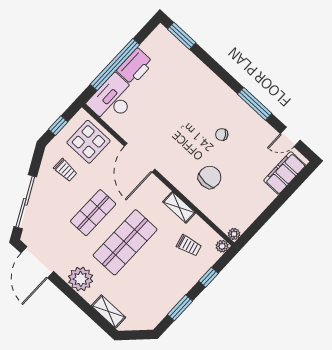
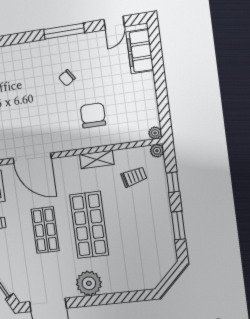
shelving: (108, 312) -> (133, 284), removed

